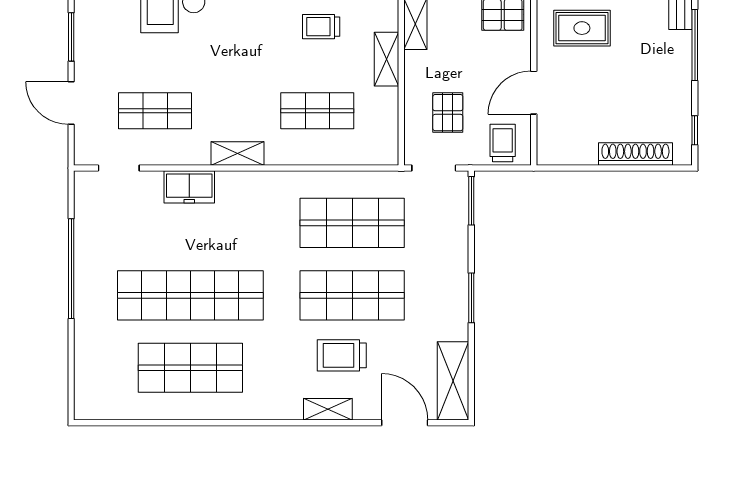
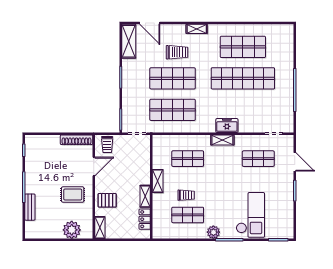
pallet: (448, 113) -> (131, 158), removed
shoe rack: (635, 154) -> (77, 140), moved
freezer: (189, 187) -> (227, 125), moved
shelving: (328, 409) -> (197, 29), moved

